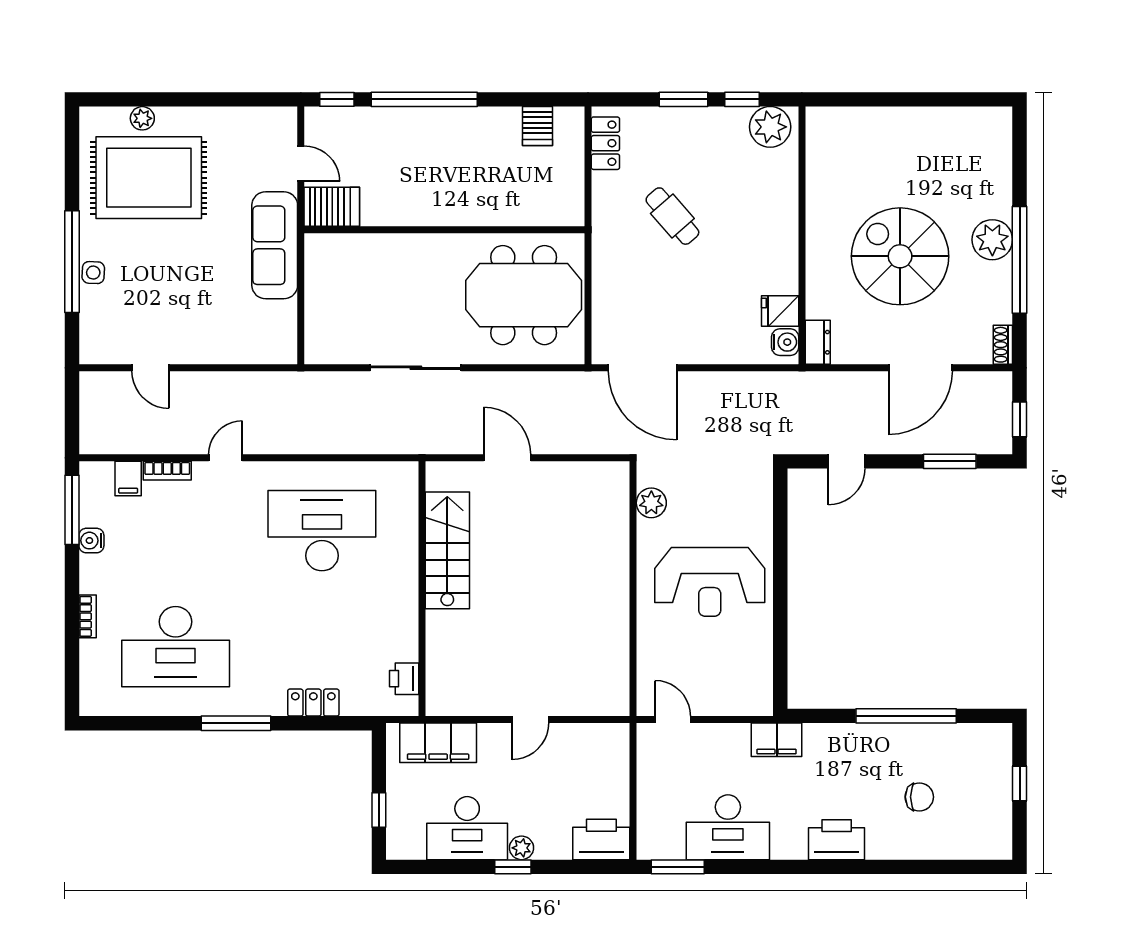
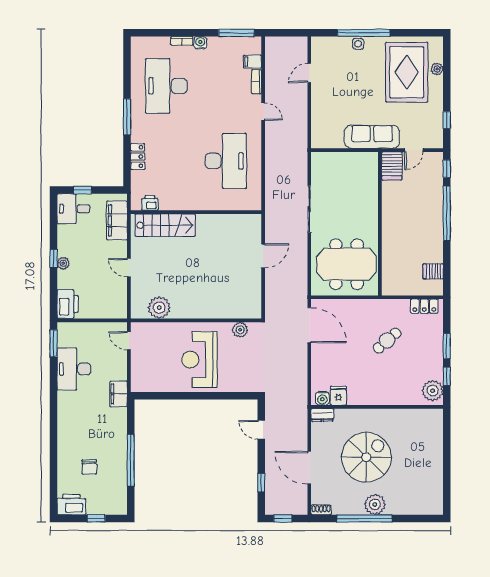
window: (242, 99) -> (447, 120), added
meeting table: (524, 295) -> (346, 264), turned 90
door: (642, 368) -> (309, 325), swing flipped
window: (950, 461) -> (261, 483), width x0.67
water cooler: (91, 541) -> (200, 43), moved
stairs: (447, 550) -> (165, 225), moved
plant: (608, 661) -> (159, 308), added
door: (673, 720) -> (129, 341), swing flipped
desk: (467, 828) -> (73, 209), moved, width x0.73
printer: (837, 840) -> (71, 505), moved, turned -90

